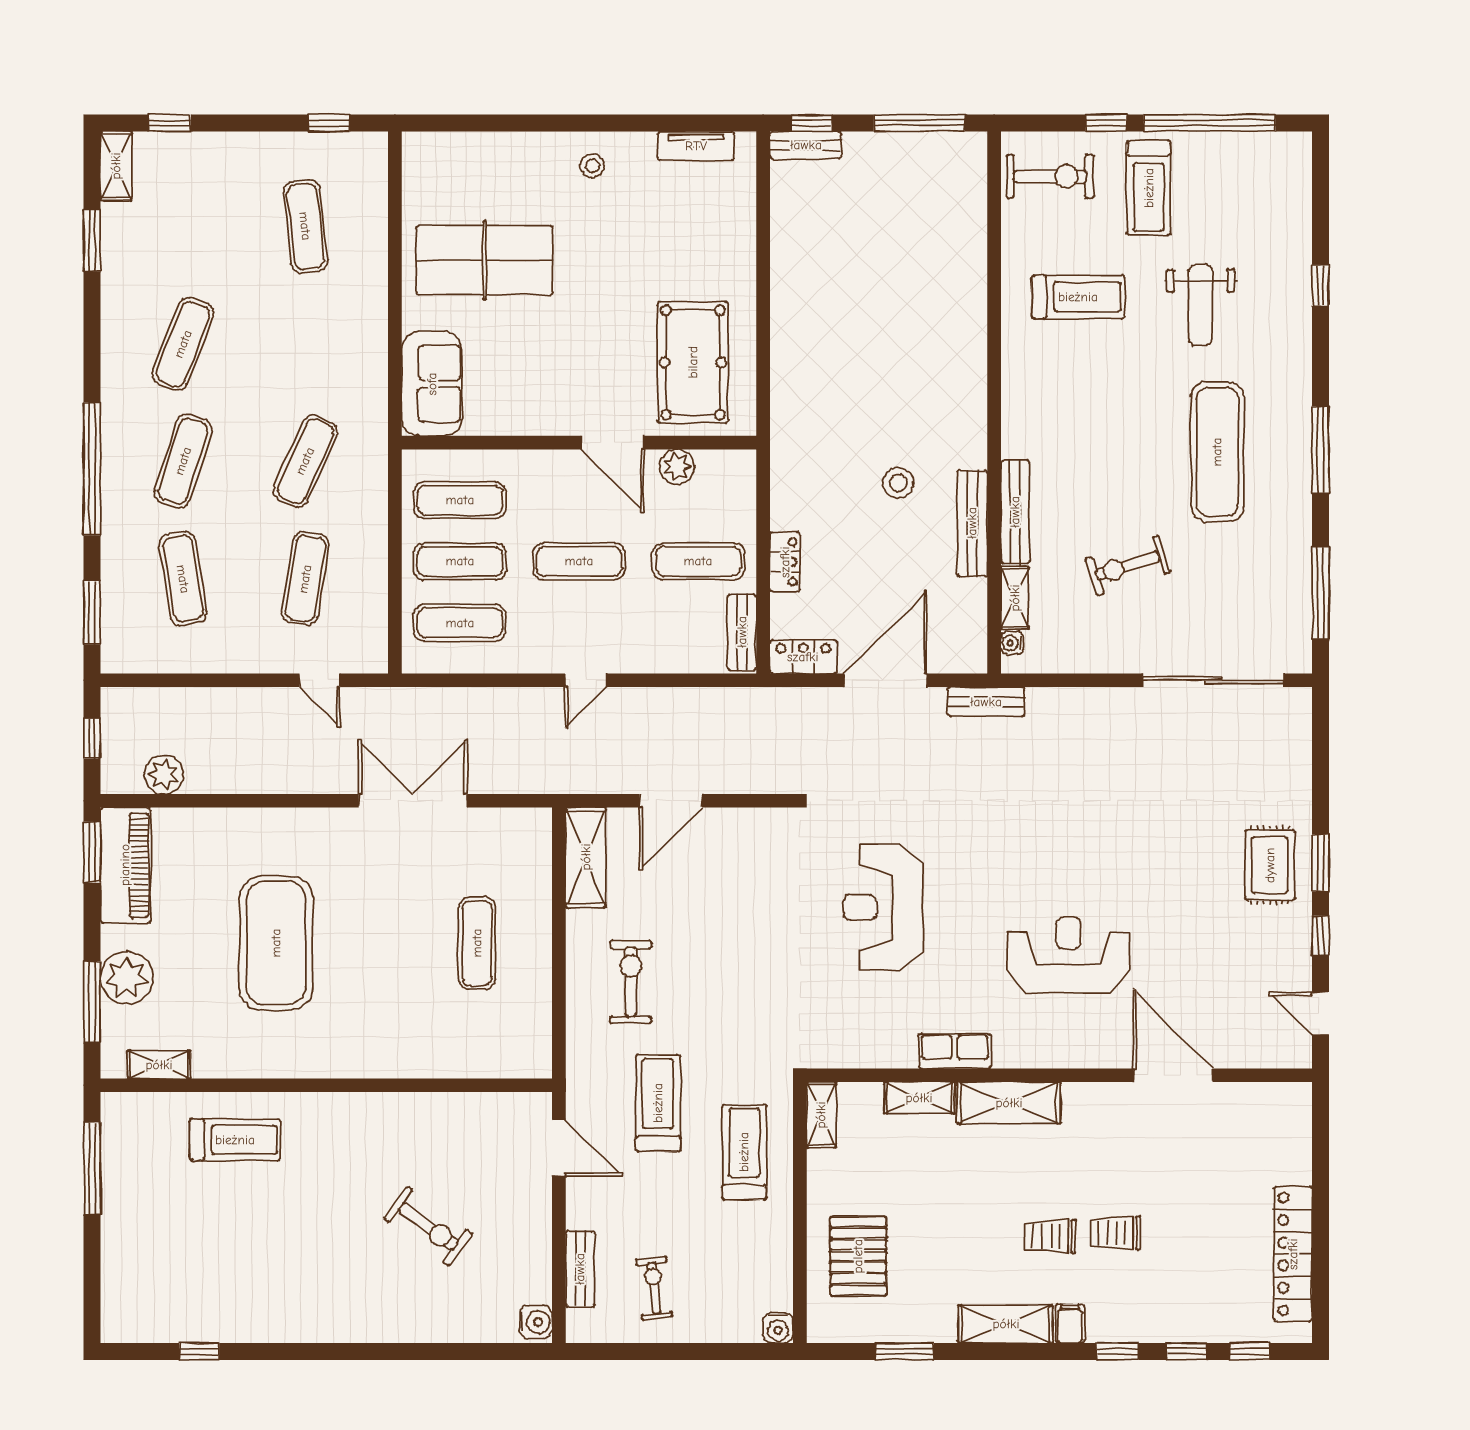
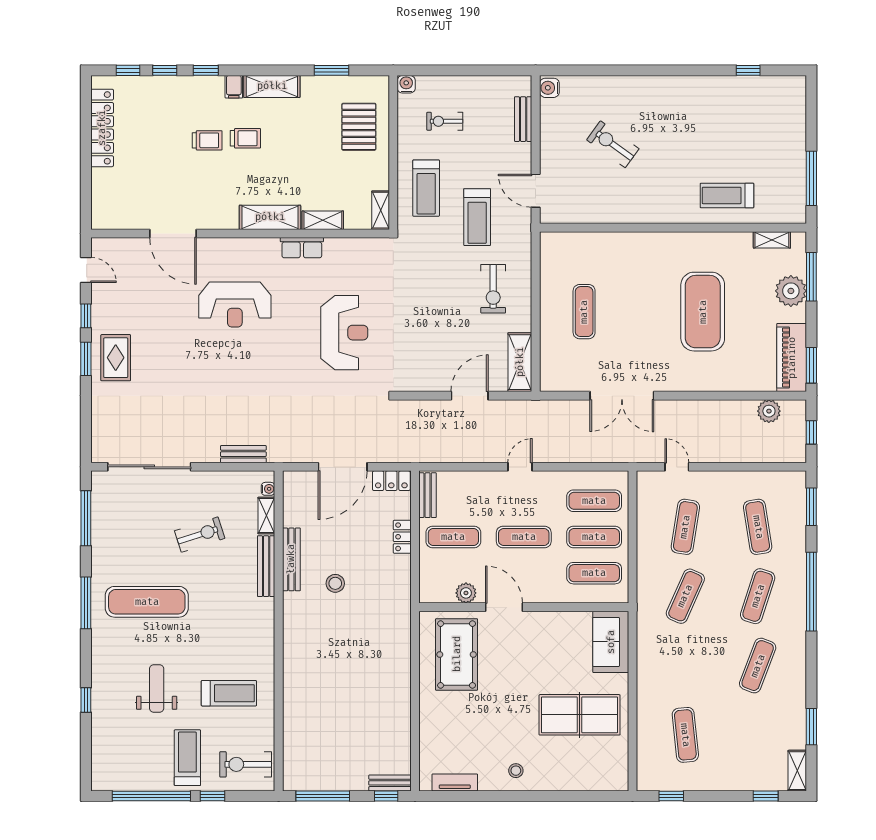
treadmill: (1078, 297) -> (229, 693), turned 180
exercise mat: (1217, 452) -> (147, 602), turned 90
bench: (986, 702) -> (243, 454), moved
exercise bike: (654, 1288) -> (445, 121), moved, turned 96

